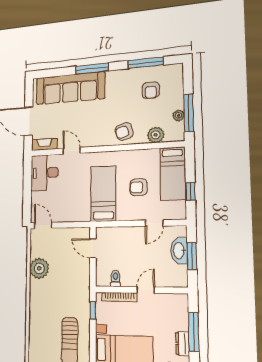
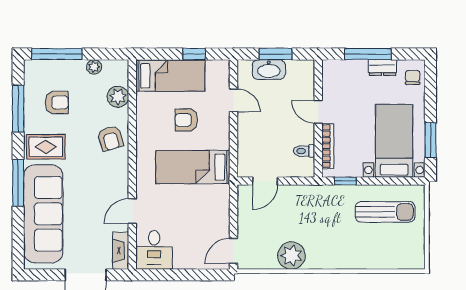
rug: (118, 85) -> (46, 147), added
window: (189, 113) -> (57, 54), moved
desk: (45, 173) -> (154, 250), width x0.73
armchair: (139, 187) -> (186, 120), turned 90

